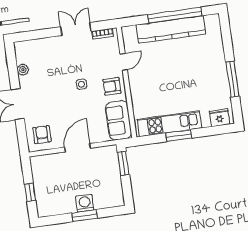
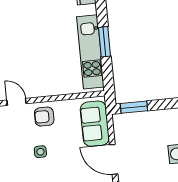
armchair: (112, 86) -> (44, 117), turned 90
sofa: (119, 120) -> (95, 124), moved, turned 90

